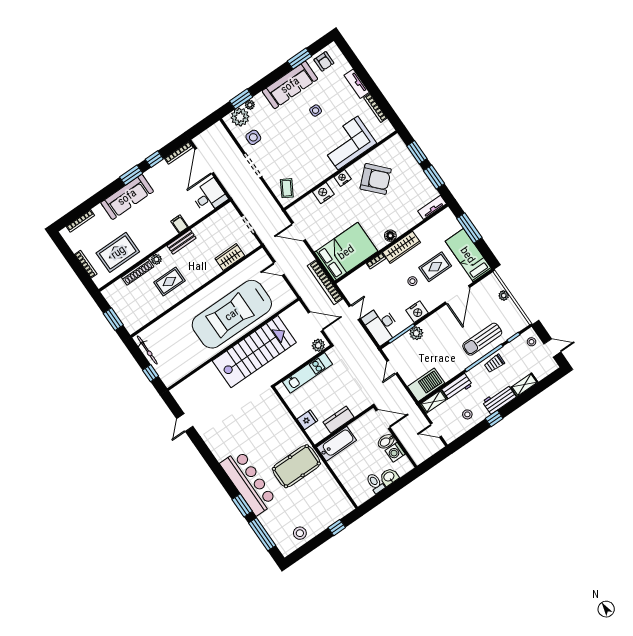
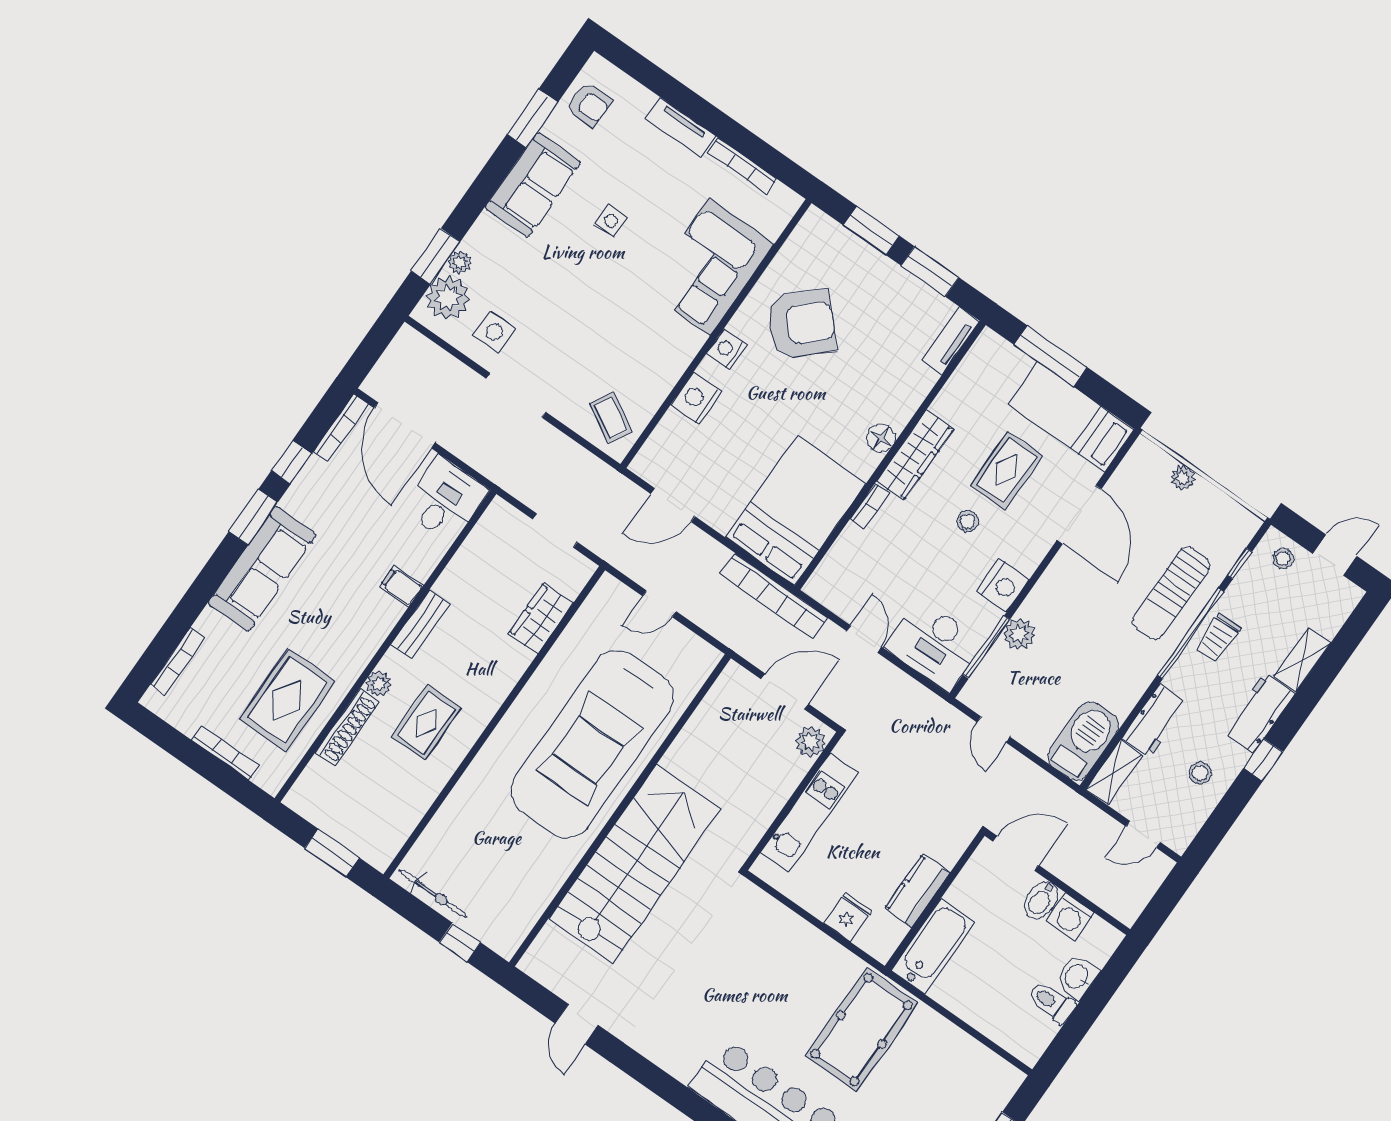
sofa: (290, 85) -> (533, 185), width x0.73
stairs: (254, 352) -> (635, 864), moved

